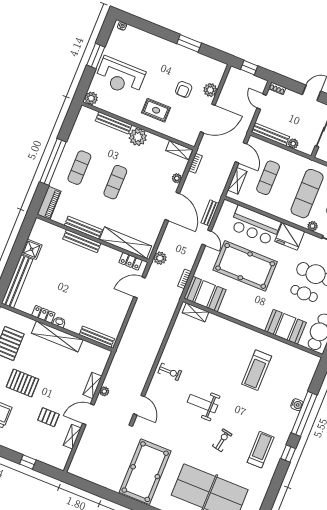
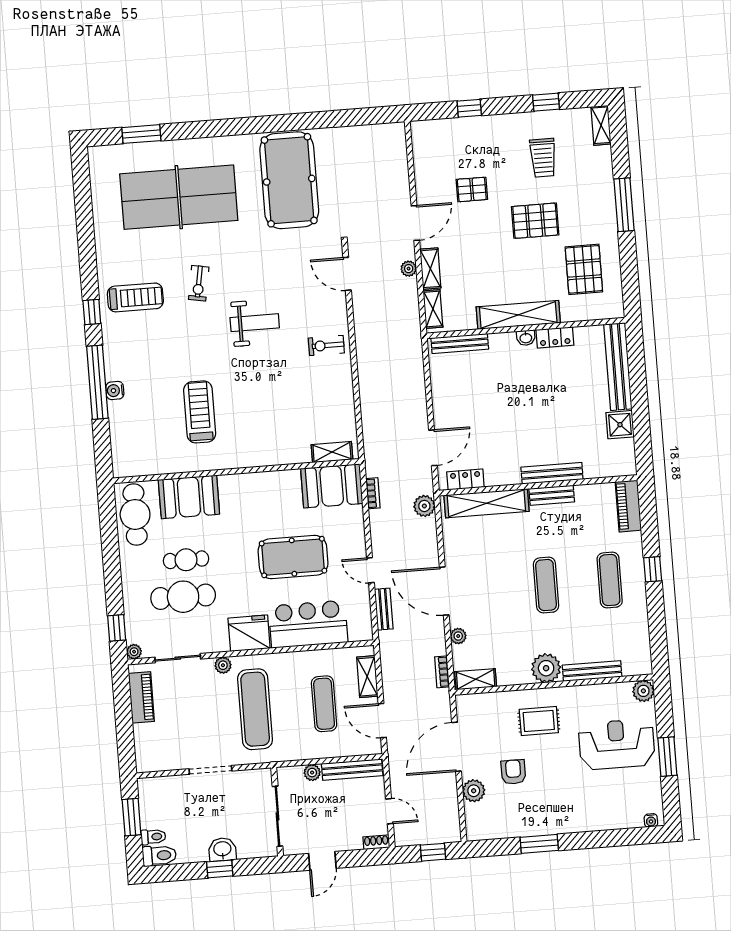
window: (53, 162) -> (653, 569), width x0.32
bench: (83, 228) -> (552, 495), width x0.73
pool table: (245, 266) -> (293, 557), width x0.73, depth x0.76
shelving: (72, 437) -> (433, 309), moved
treadmill: (261, 450) -> (135, 297), turned -90

